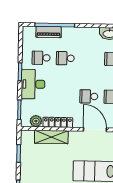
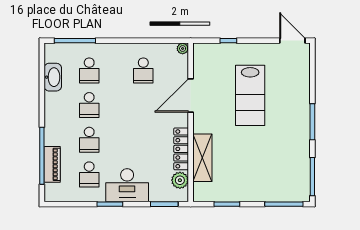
school desk: (89, 96) -> (89, 105), moved

